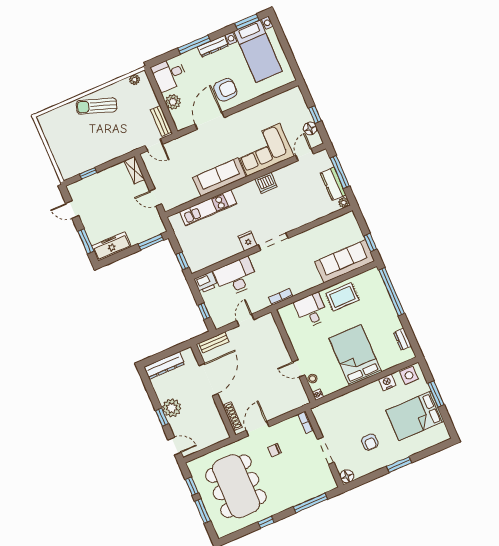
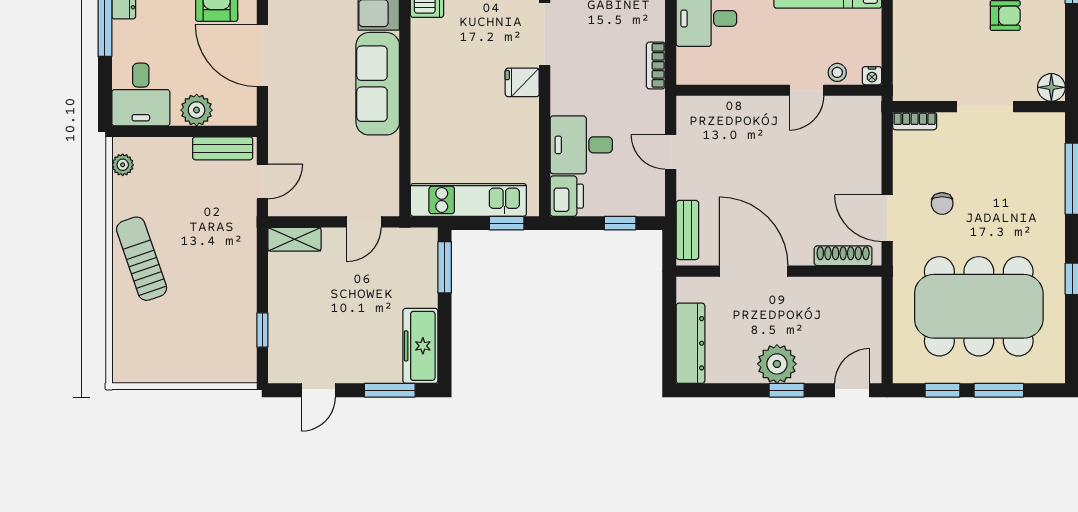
sun lounger: (97, 106) -> (142, 259), turned 142
kitchen unit: (208, 208) -> (468, 200), moved, turned -90
desk: (236, 277) -> (581, 145), width x0.73

